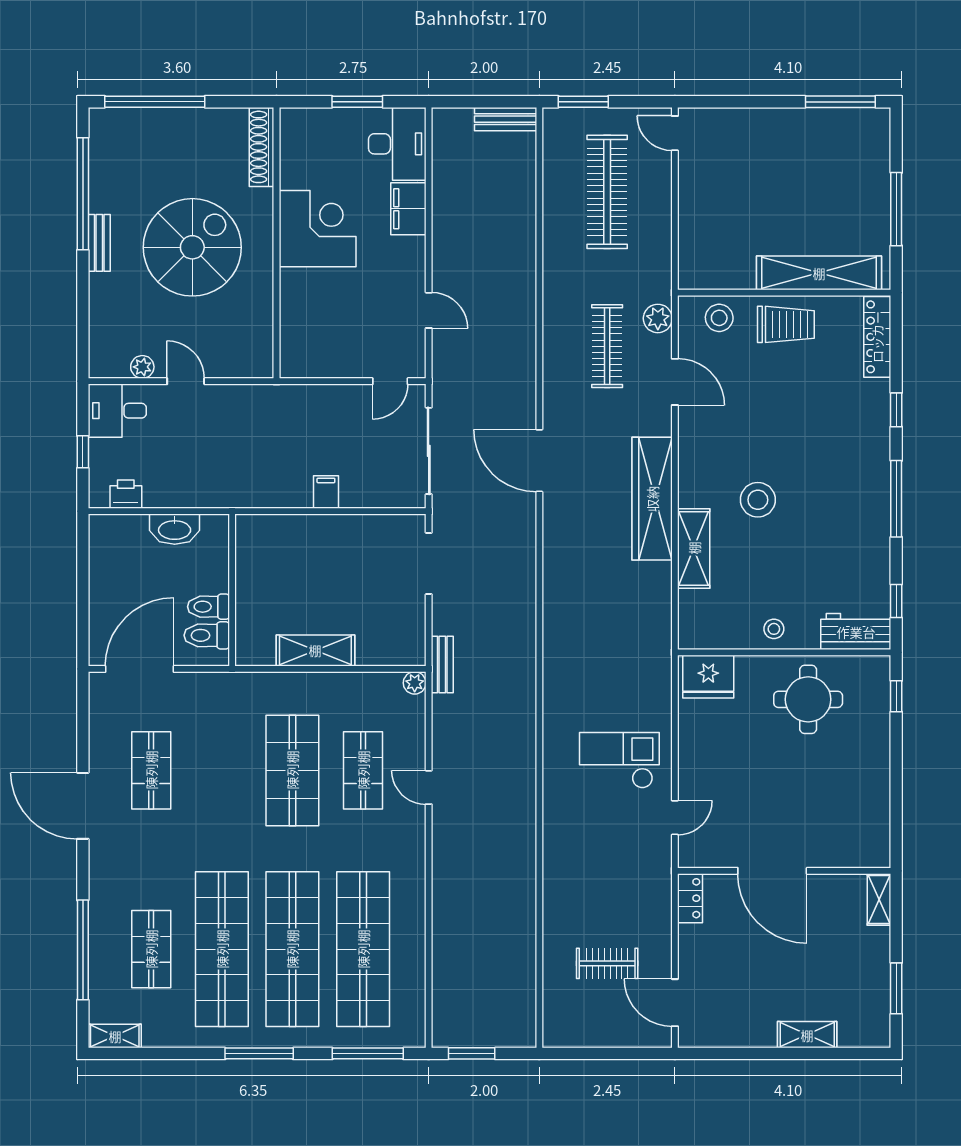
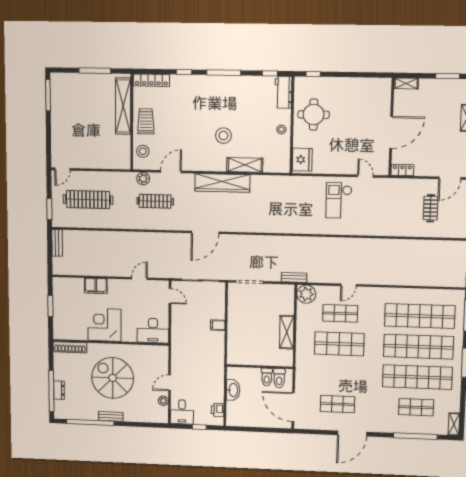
dresser: (158, 120) -> (59, 390), added
desk: (397, 144) -> (153, 331), moved, turned 180
plant: (415, 683) -> (306, 294), width x1.88, depth x1.88

